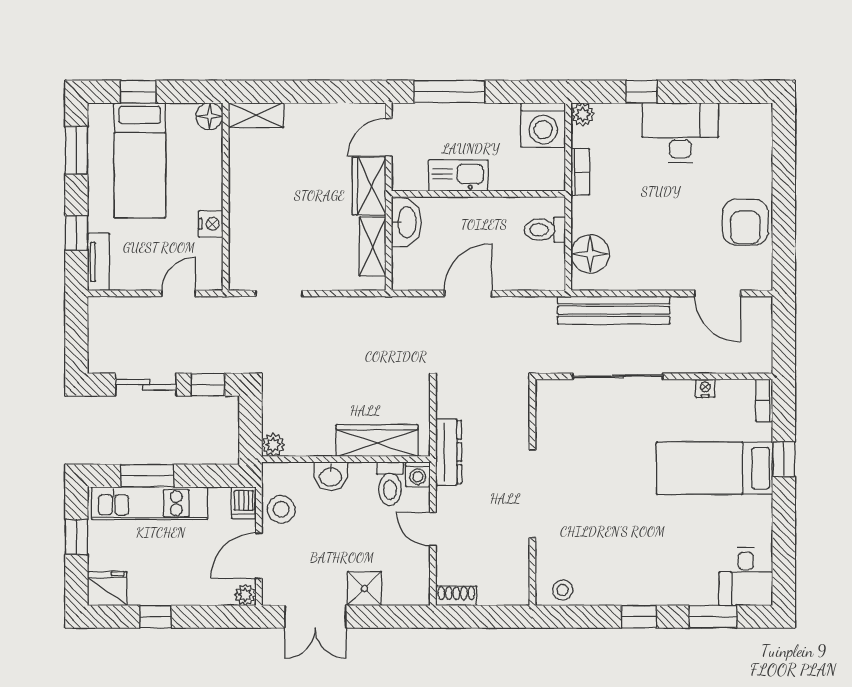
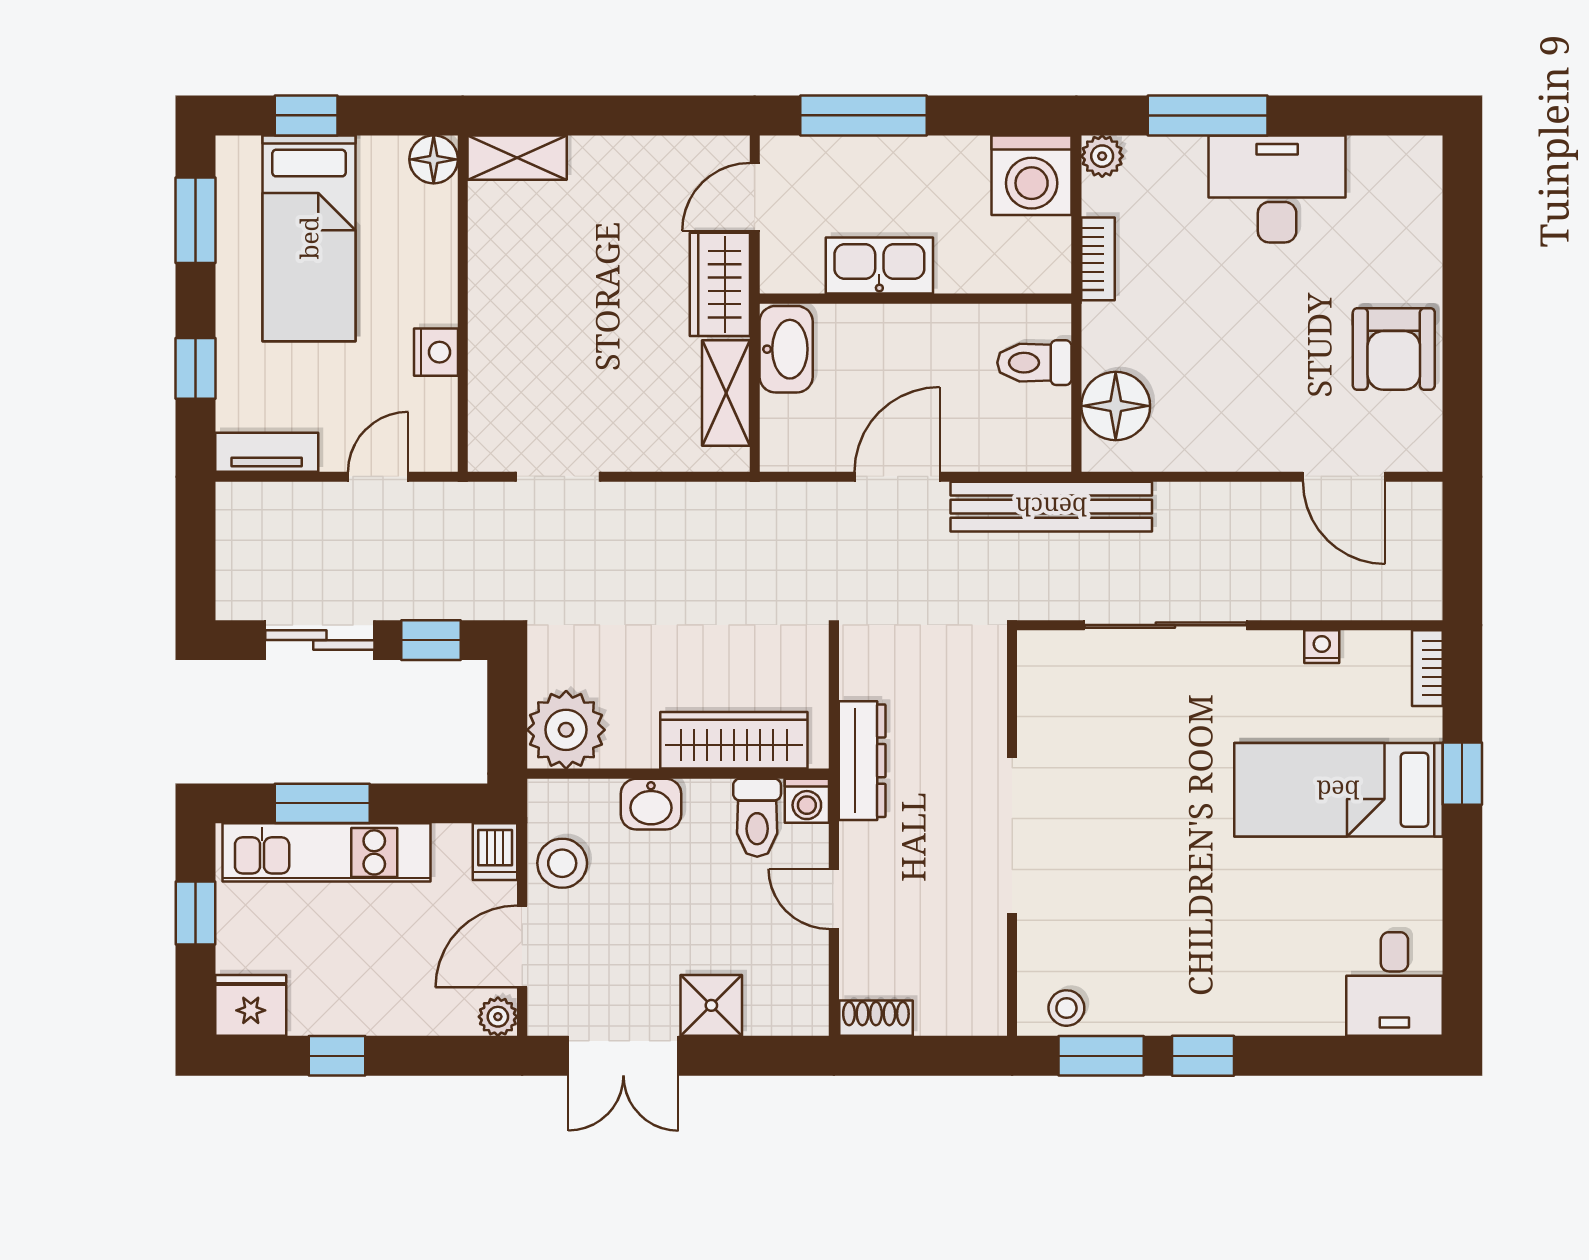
window: (642, 92) -> (1208, 115), width x2.17
tv unit: (98, 262) -> (267, 452), moved, turned -90
bench: (614, 310) -> (1051, 507), moved
plant: (273, 445) -> (566, 730), width x1.88, depth x1.88
window: (713, 617) -> (1101, 1056), moved

